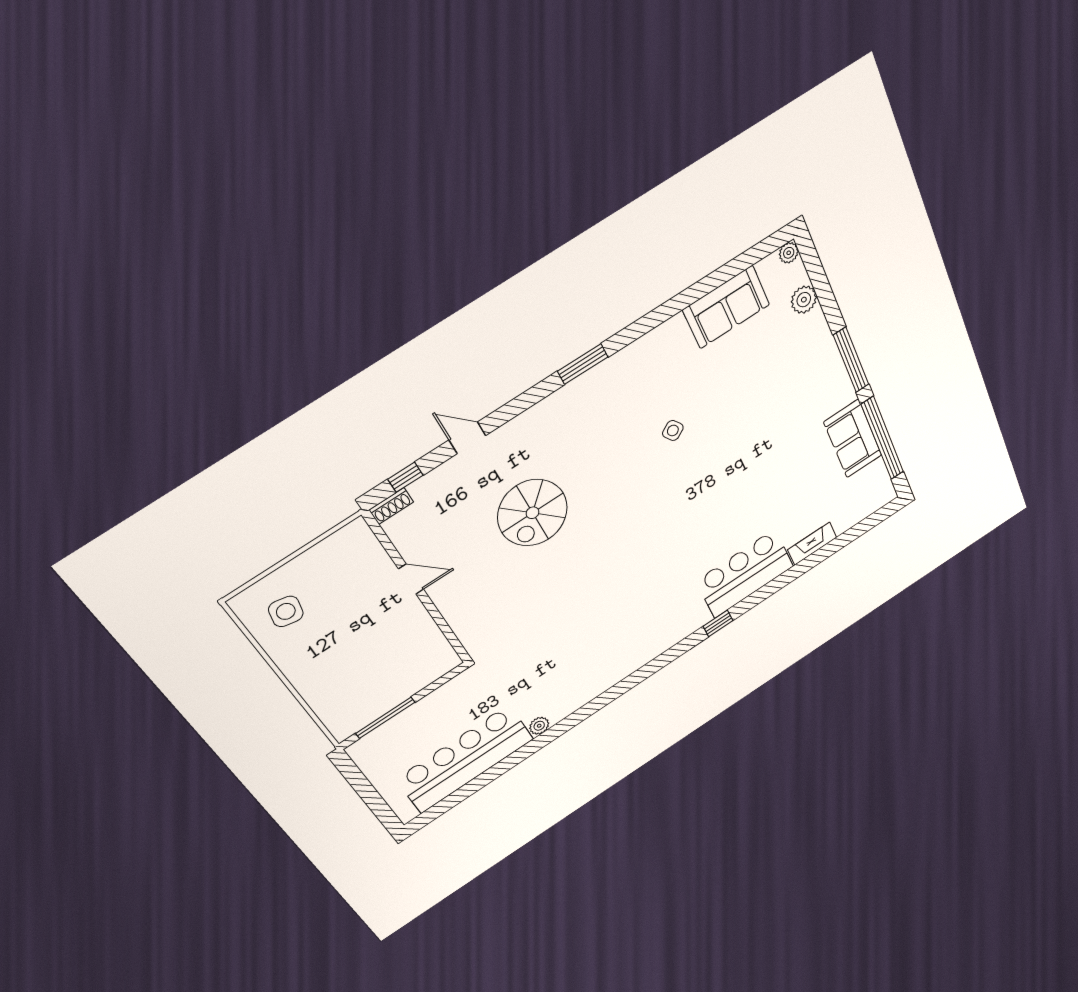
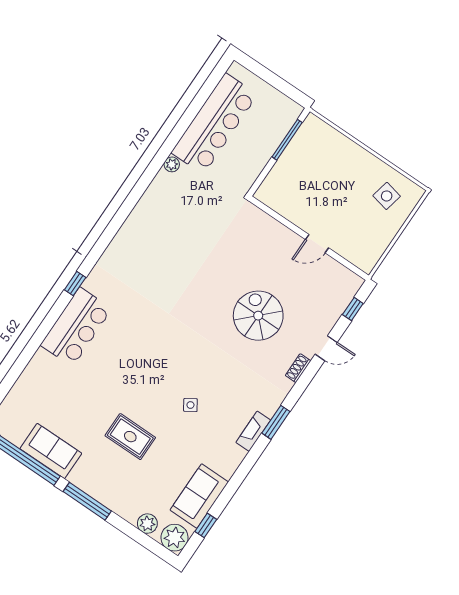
plant: (789, 253) -> (175, 538), width x1.88, depth x1.88
window: (740, 264) -> (206, 525), added
rug: (761, 420) -> (130, 437), added
shoe rack: (391, 506) -> (298, 368), moved
fireplace: (812, 544) -> (253, 431), moved, turned 180

